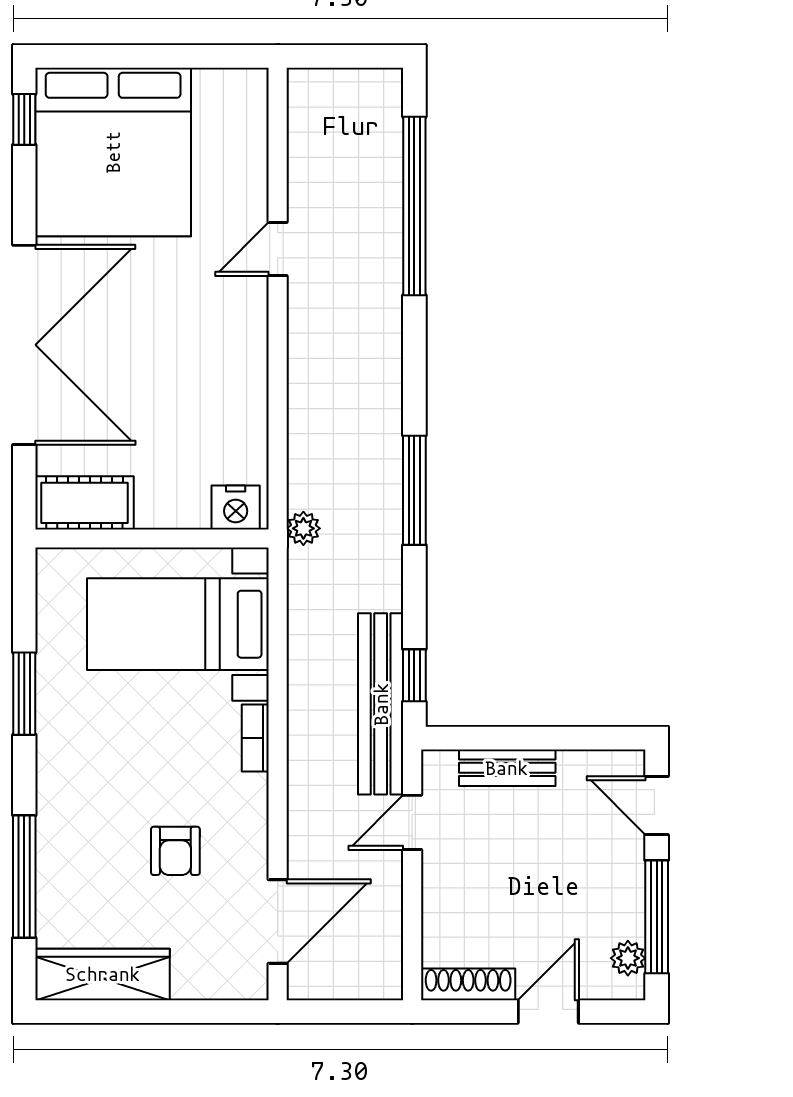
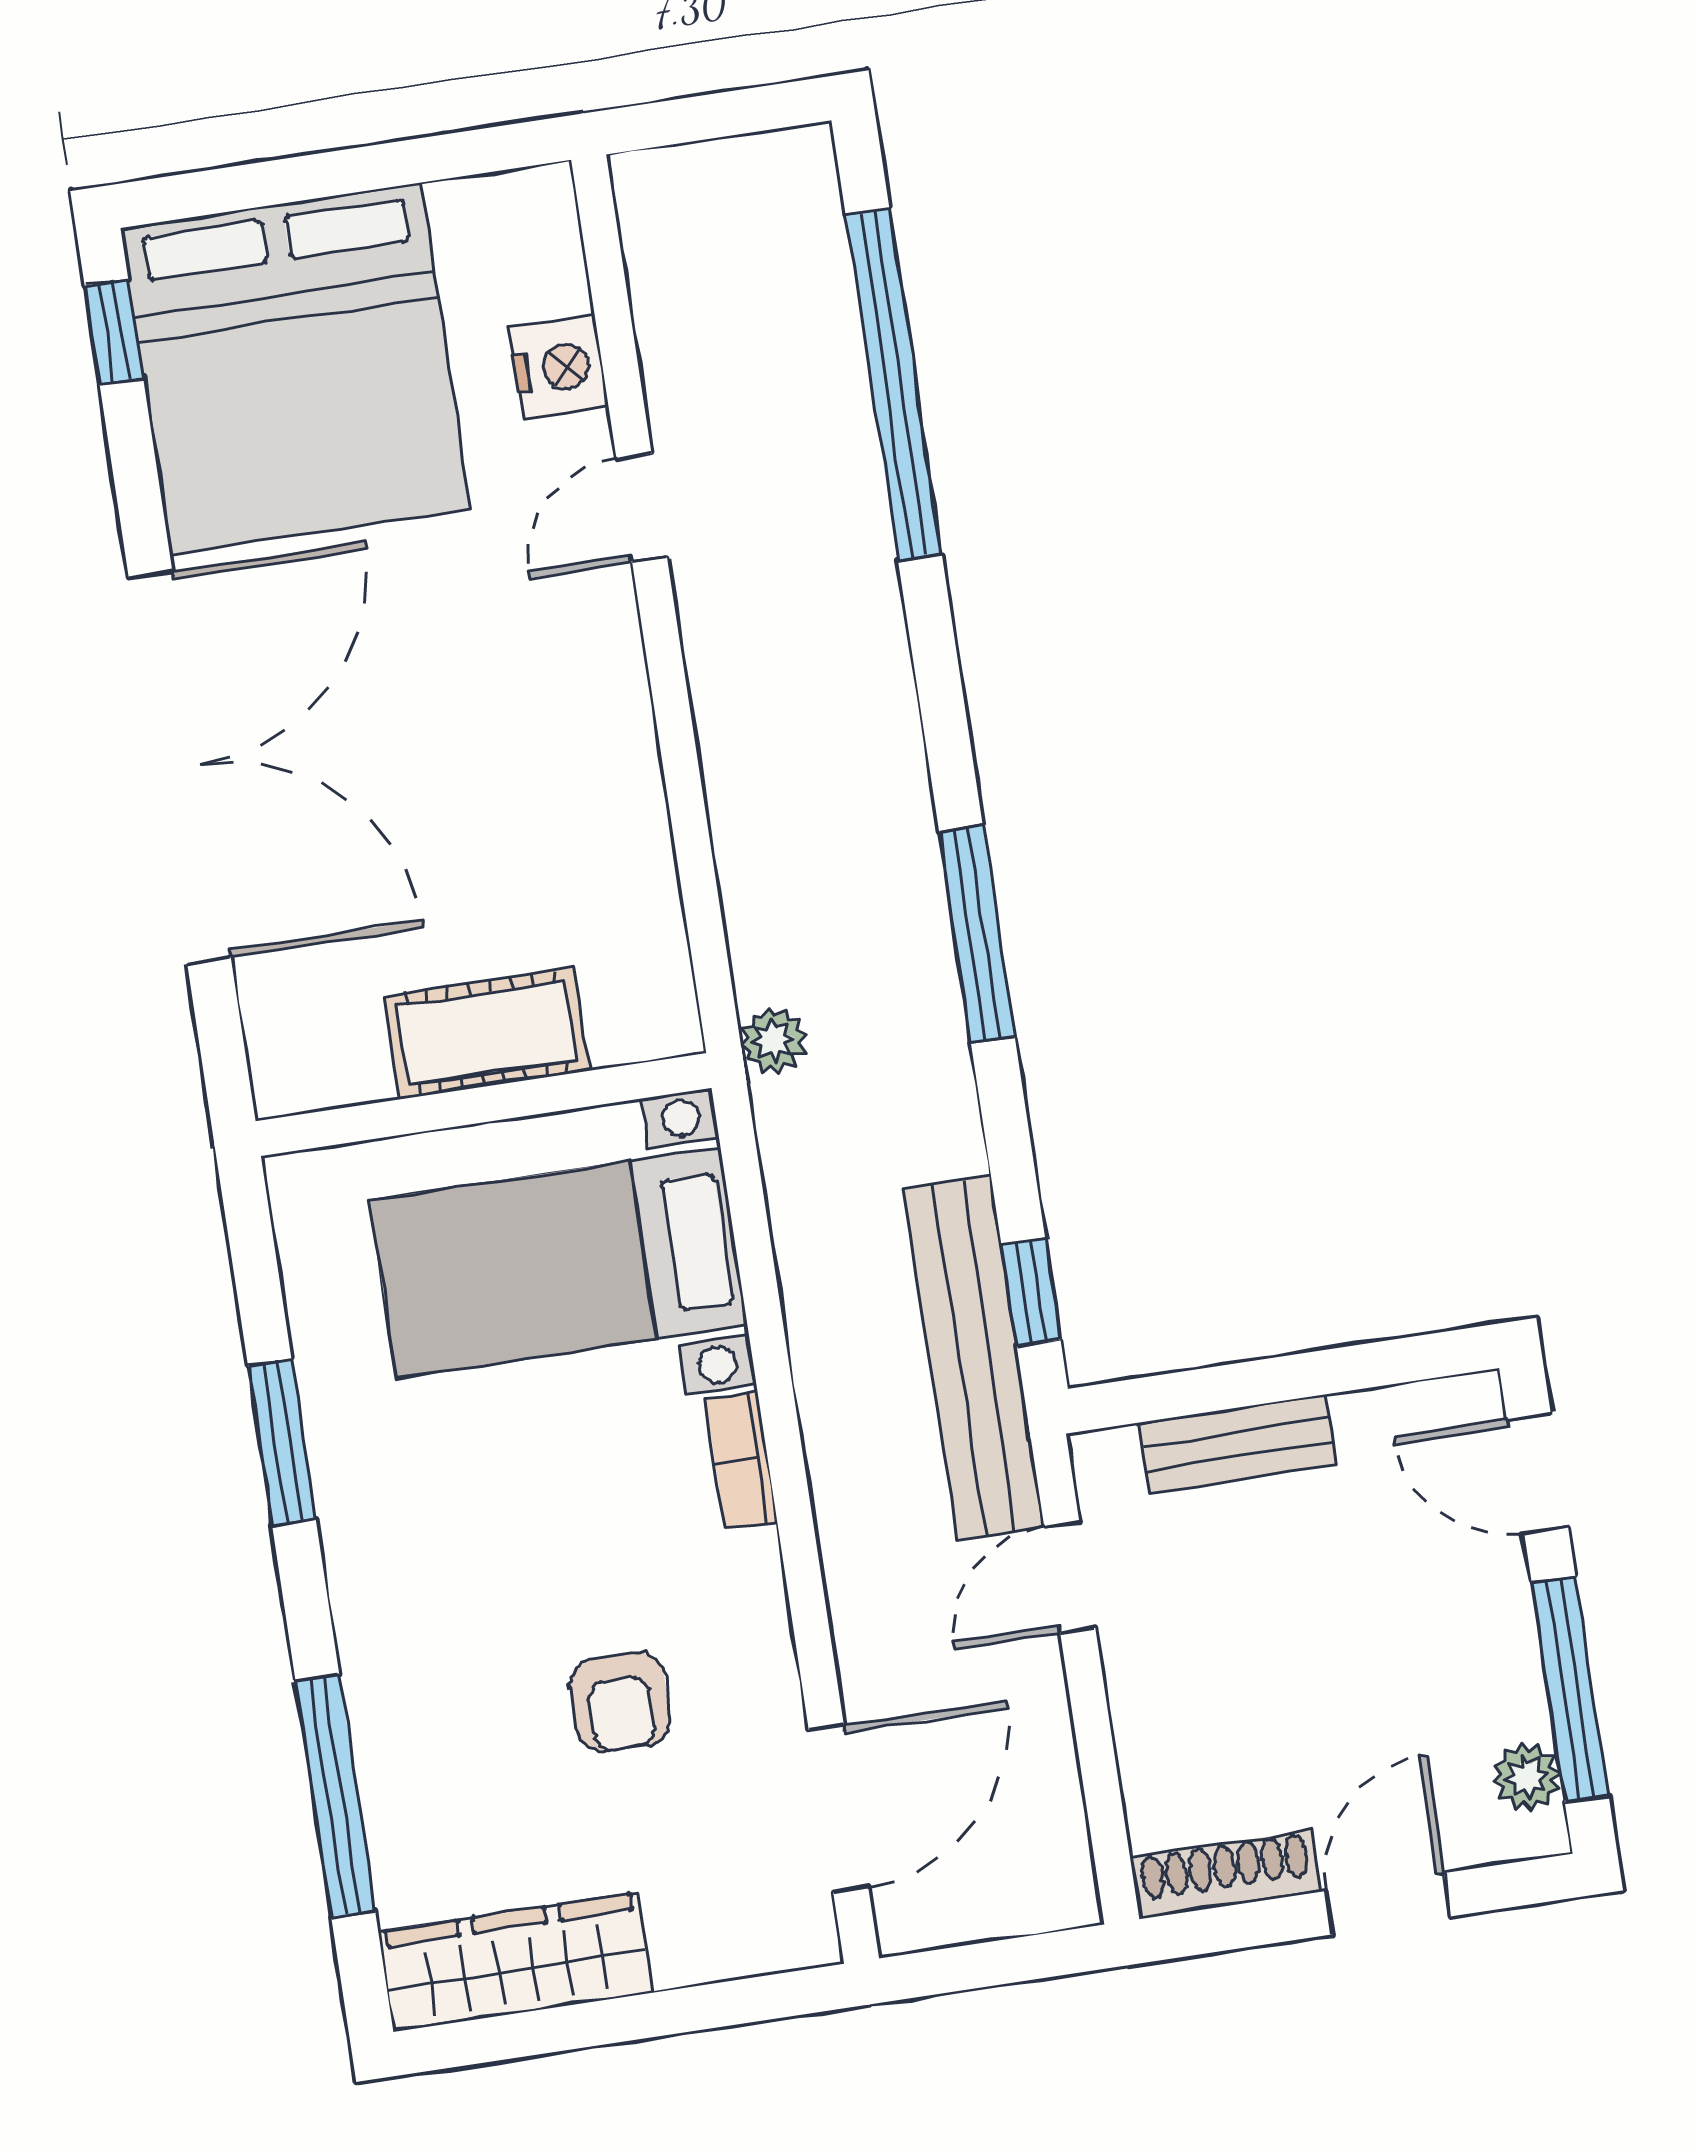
cot: (85, 503) -> (487, 1034), moved
nightstand: (236, 507) -> (559, 367), moved, turned -90

